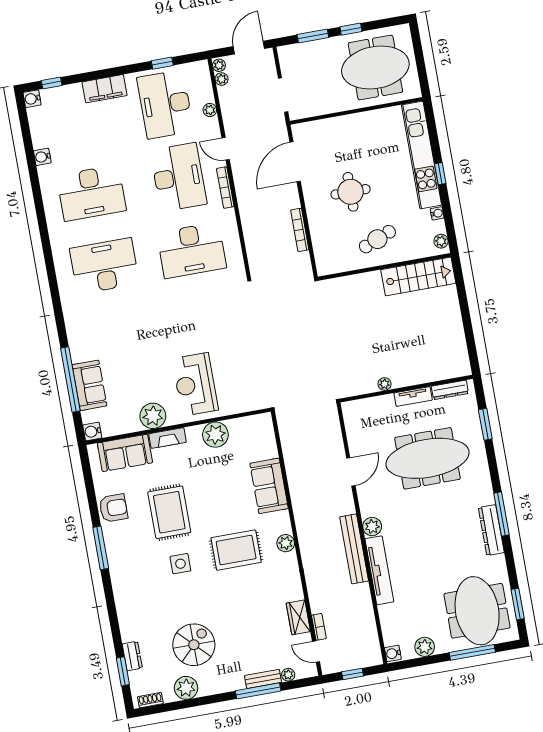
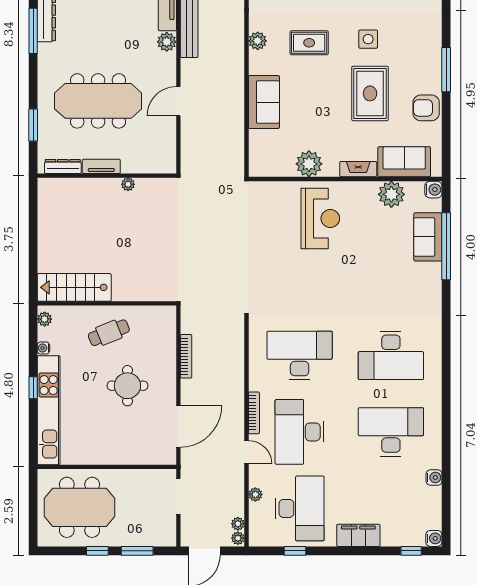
plant: (153, 416) -> (391, 194), moved
rug: (236, 550) -> (309, 43), width x0.73, depth x0.70

